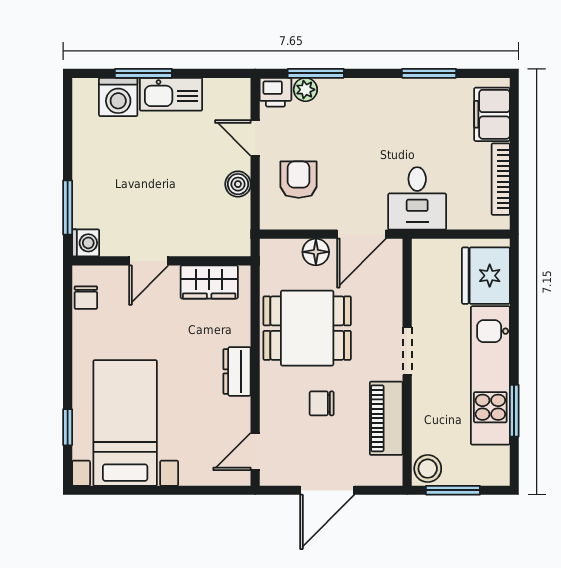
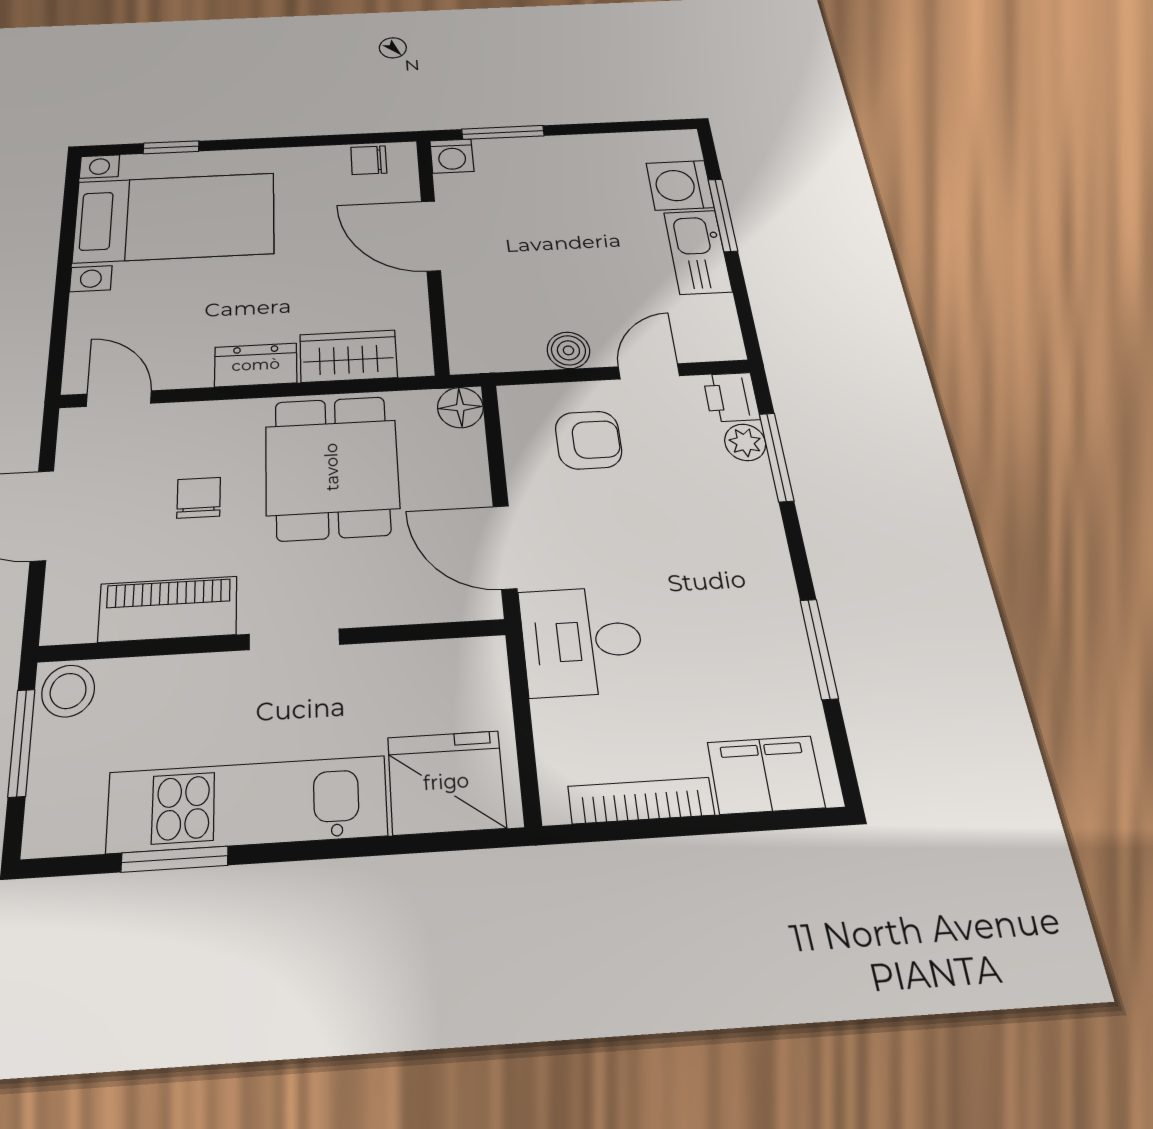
floor lamp: (316, 252) -> (460, 408), moved
door: (149, 261) -> (431, 236), width x1.38
wardrobe: (209, 282) -> (348, 356), moved, turned 90

